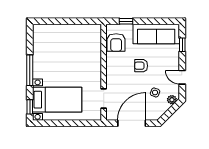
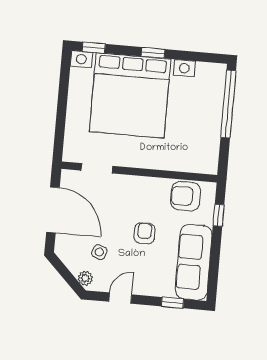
window: (57, 21) -> (228, 104), added
window: (30, 70) -> (153, 53), width x0.46
bed with nightstands: (57, 100) -> (130, 95), width x1.85

